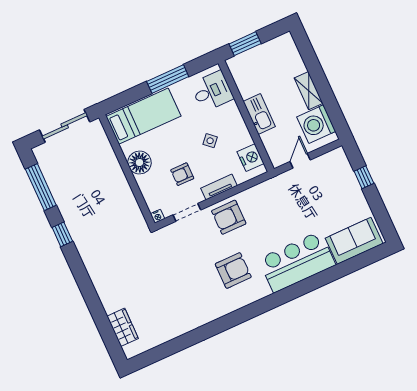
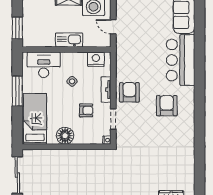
desk: (212, 91) -> (44, 65), width x1.37
armchair: (182, 174) -> (86, 110), turned -90
armchair: (229, 217) -> (129, 92), turned 180

